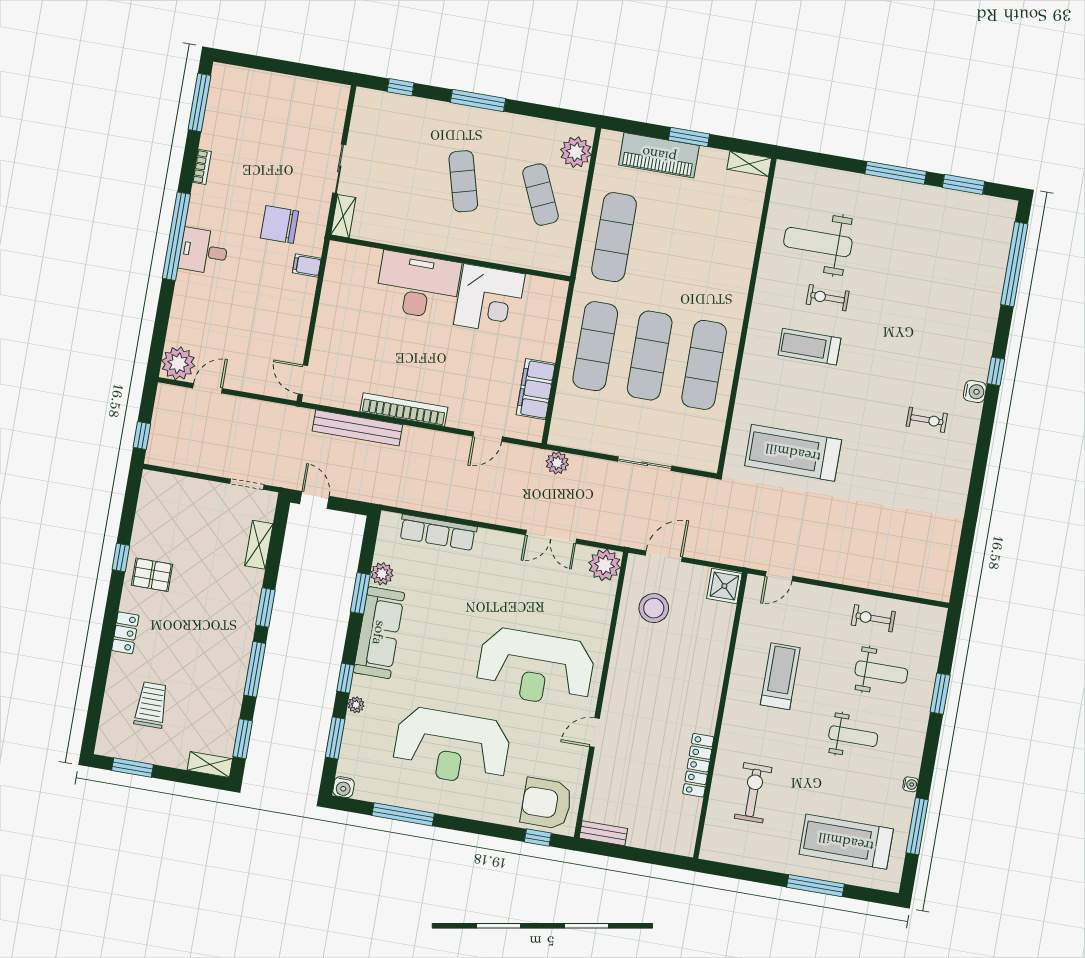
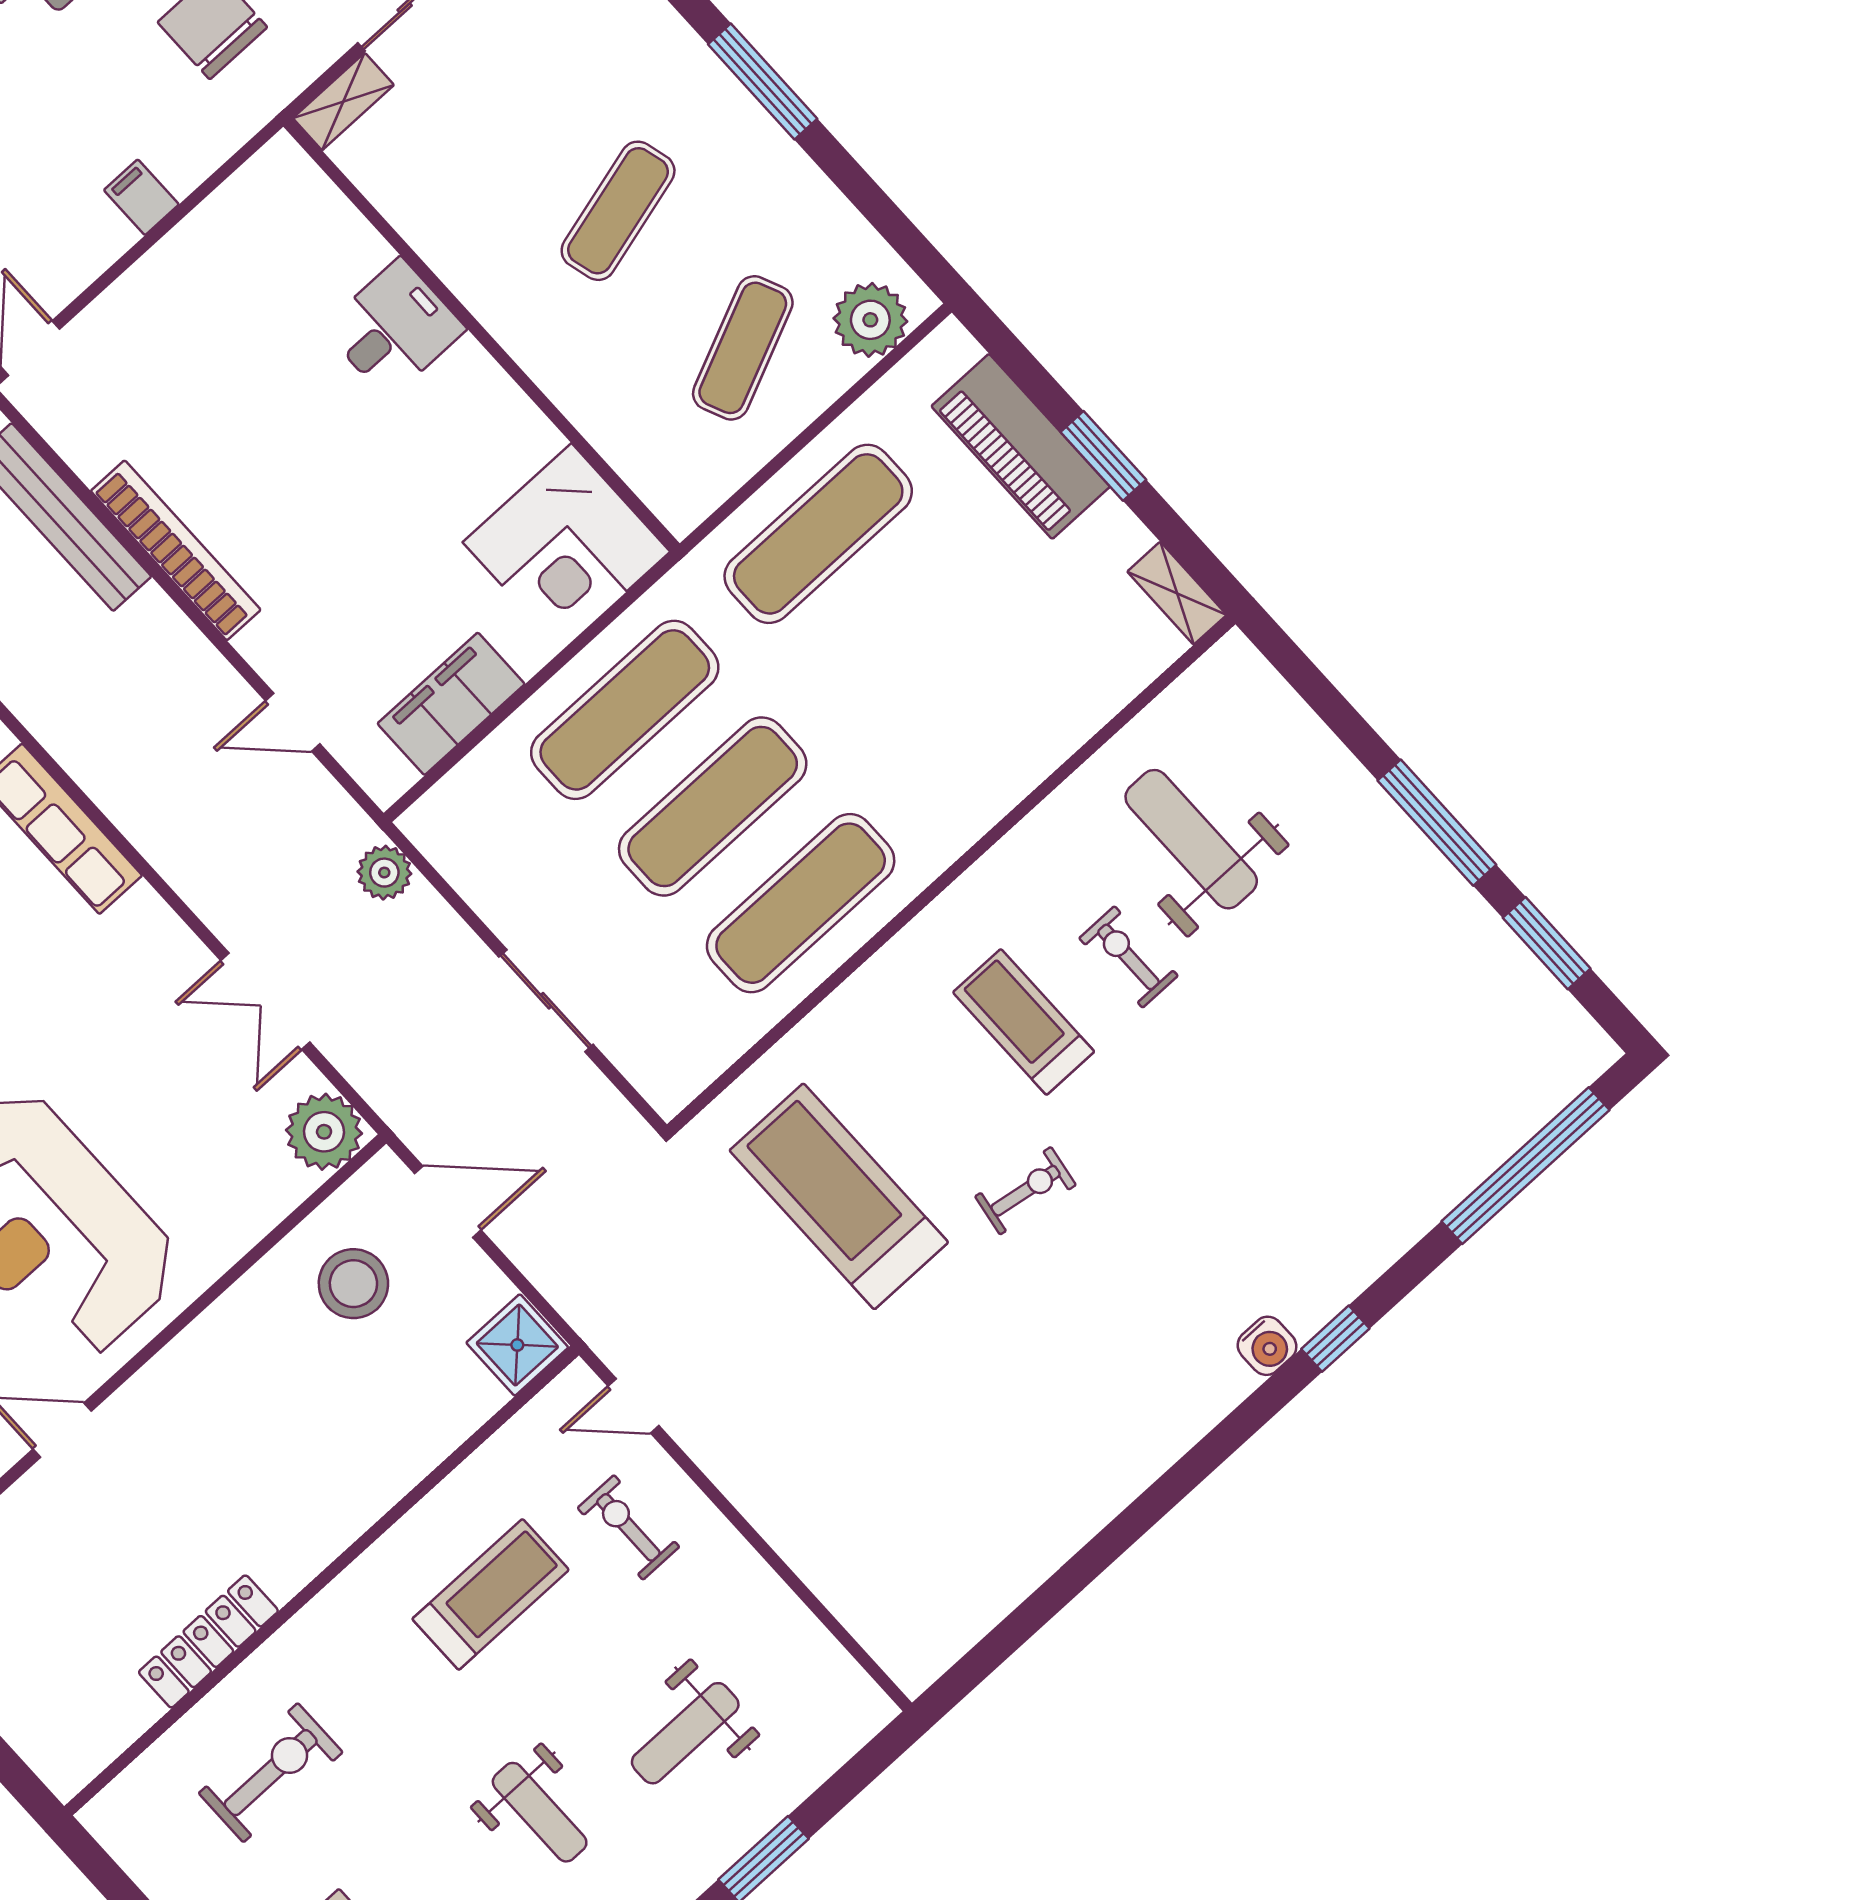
filing cabinet: (307, 265) -> (141, 197), moved
desk: (418, 286) -> (394, 329), width x0.53, depth x0.77
corner desk: (489, 299) -> (566, 547), moved
exercise bike: (927, 420) -> (1025, 1191), moved, turned -81
exercise bike: (873, 618) -> (628, 1527), moved
weight bench: (881, 672) -> (685, 1733), turned 90

